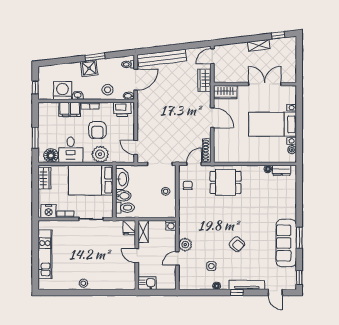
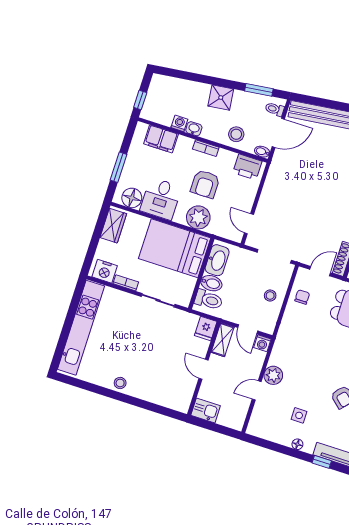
window: (95, 57) -> (259, 90), moved
washing machine: (63, 91) -> (179, 123), width x0.53, depth x0.53
filing cabinet: (70, 109) -> (161, 139), moved
door: (158, 219) -> (248, 329), added
kitchen unit: (45, 254) -> (81, 328), width x1.36

